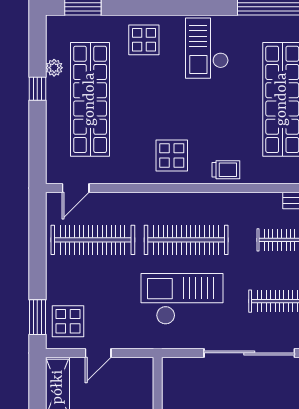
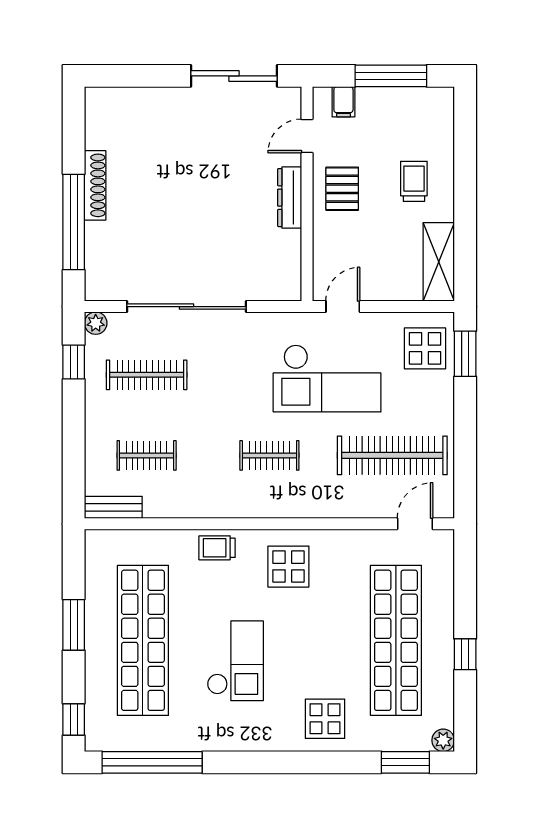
checkout: (207, 48) -> (235, 661), moved
plant: (54, 68) -> (443, 740), moved
clothes rail: (186, 240) -> (269, 455), width x0.54, depth x0.76
checkout: (182, 299) -> (327, 378), moved
door: (98, 353) -> (343, 307), moved

